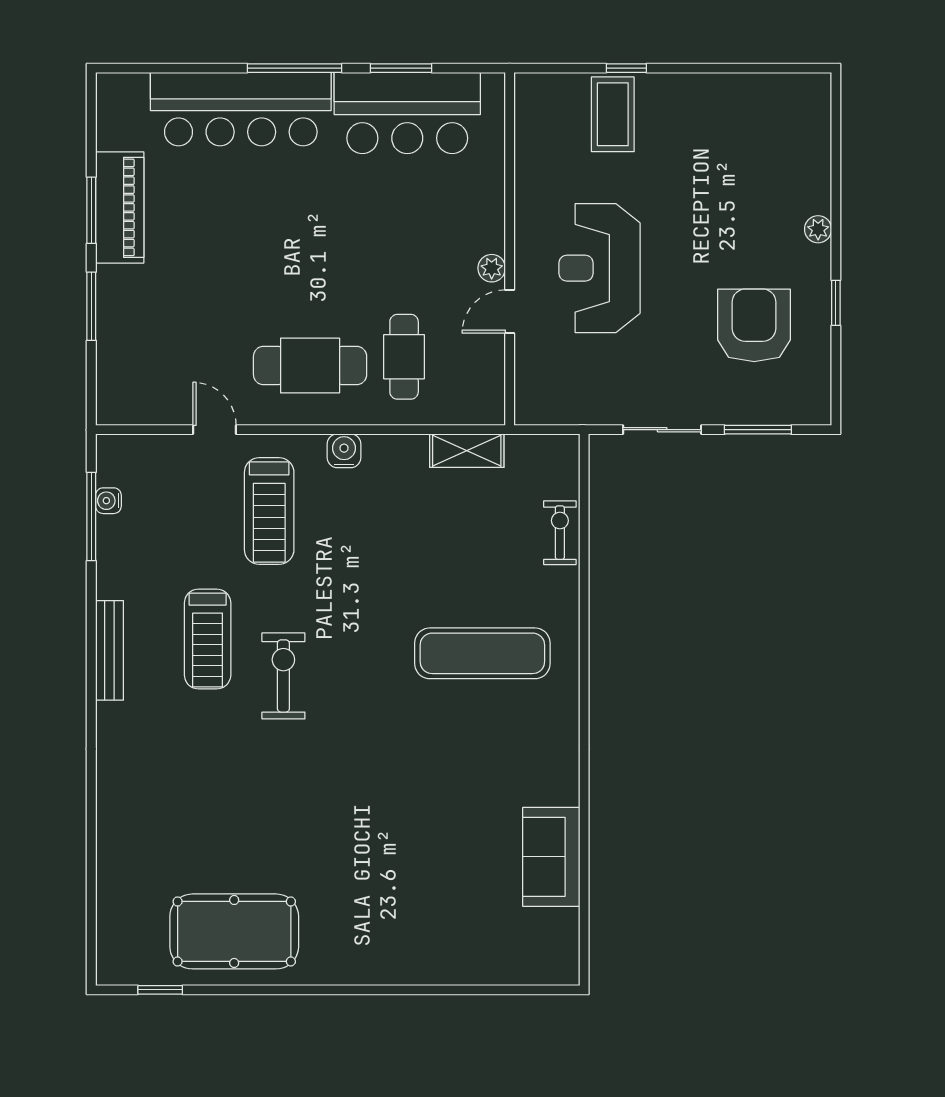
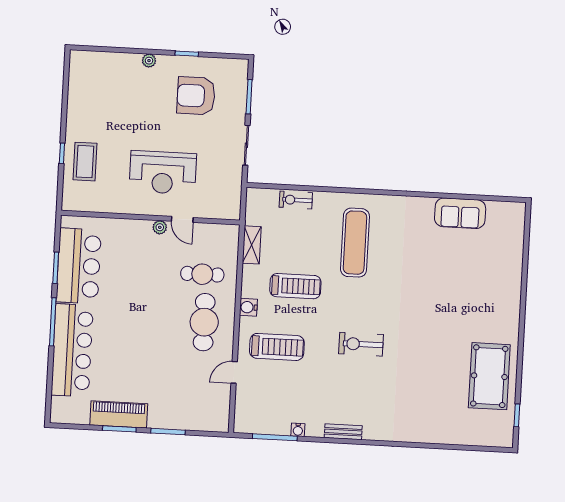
coffee table: (613, 114) -> (85, 162), turned 90
water cooler: (108, 501) -> (298, 430), moved
treadmill: (208, 639) -> (295, 286), moved
bench: (109, 650) -> (343, 432), width x0.73

